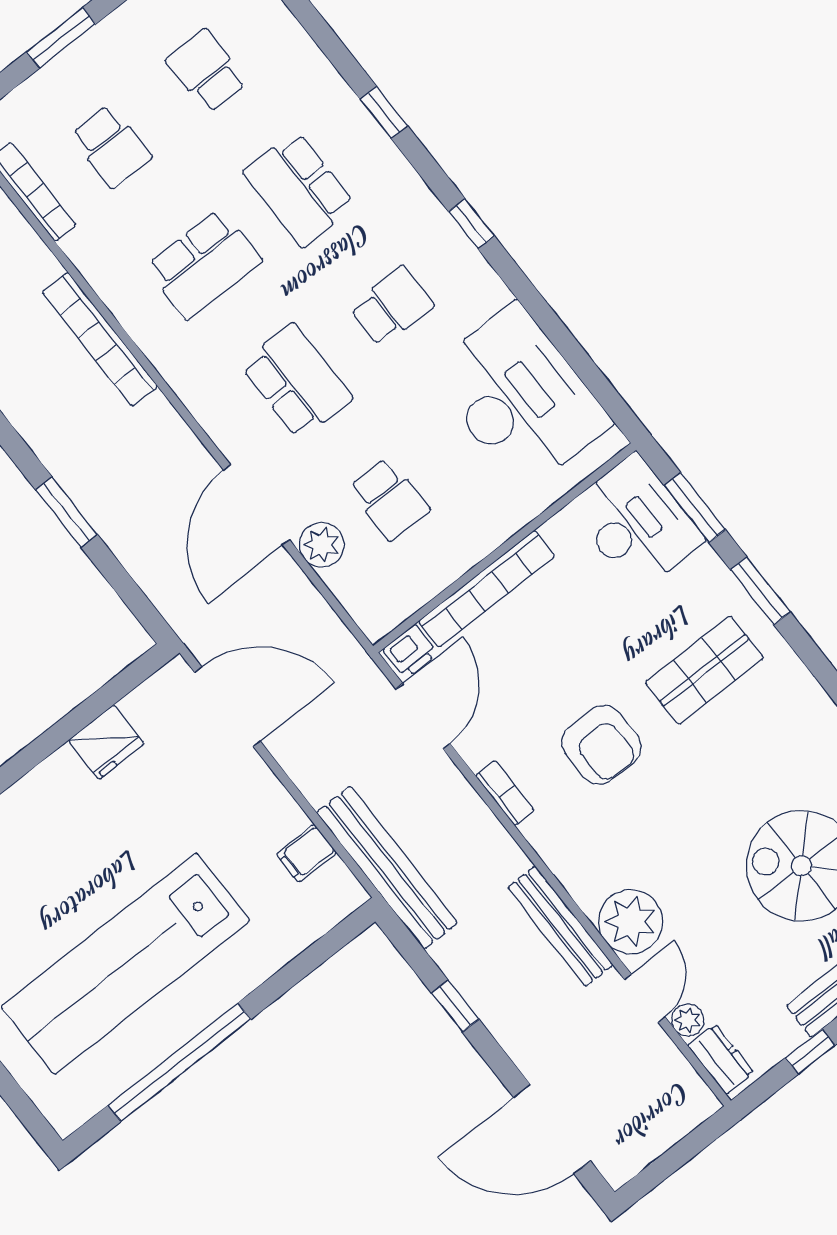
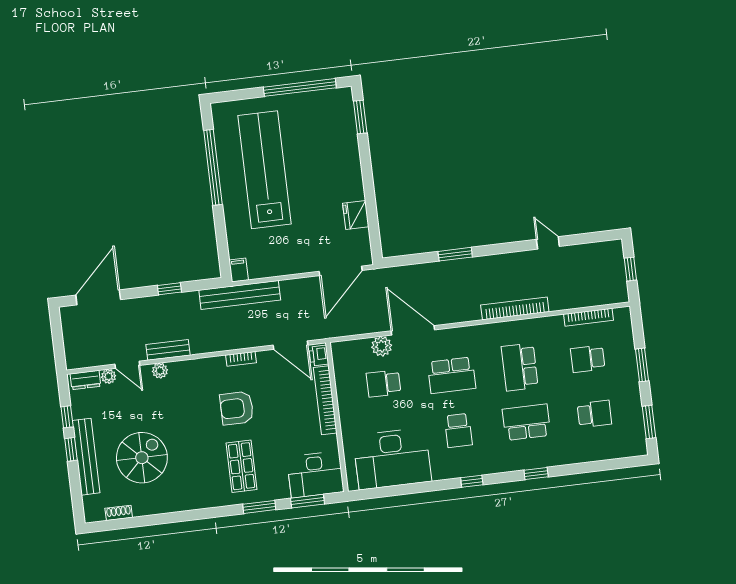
filing cabinet: (306, 853) -> (239, 270), moved
plant: (631, 922) -> (160, 371), width x0.53, depth x0.53
bench: (560, 926) -> (168, 350), width x0.73

